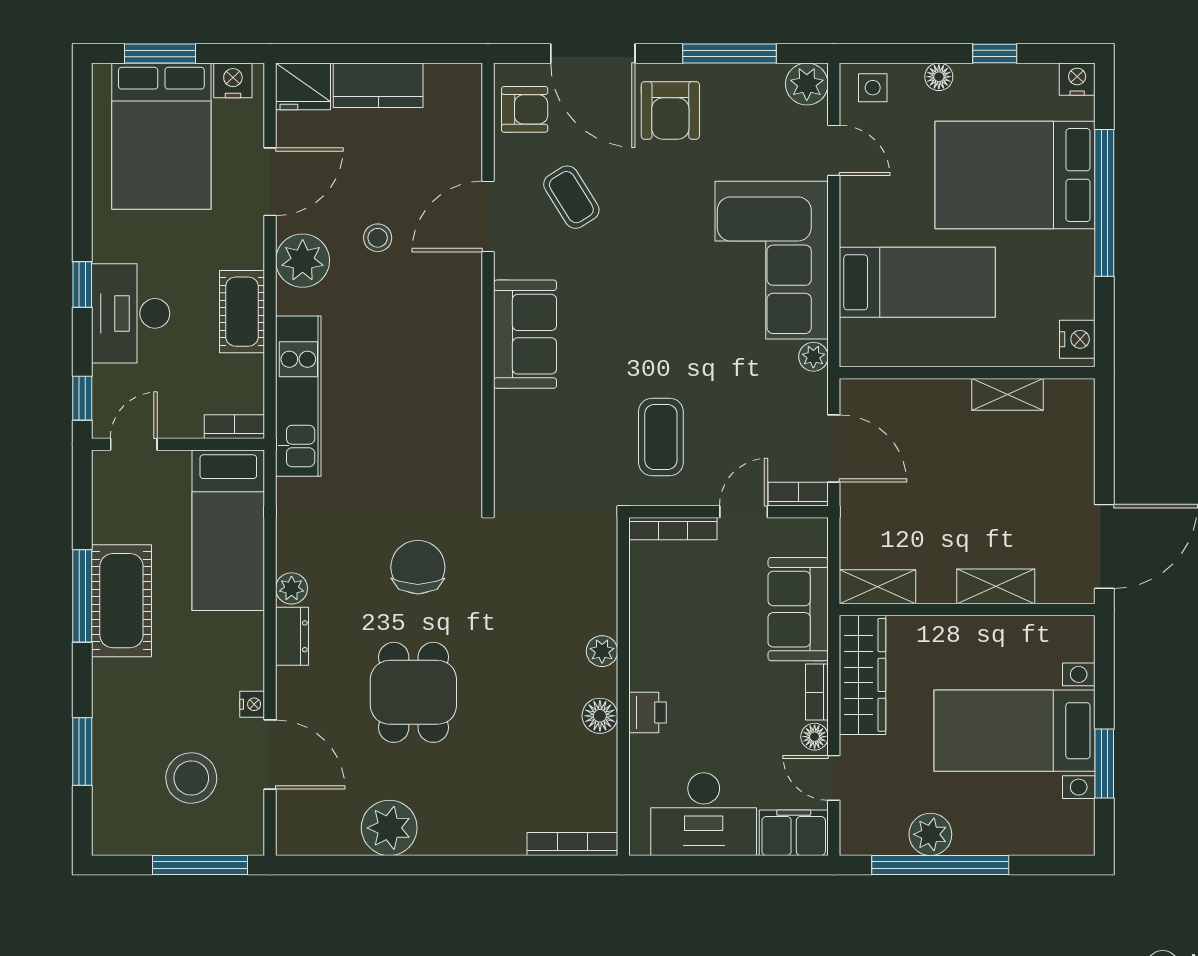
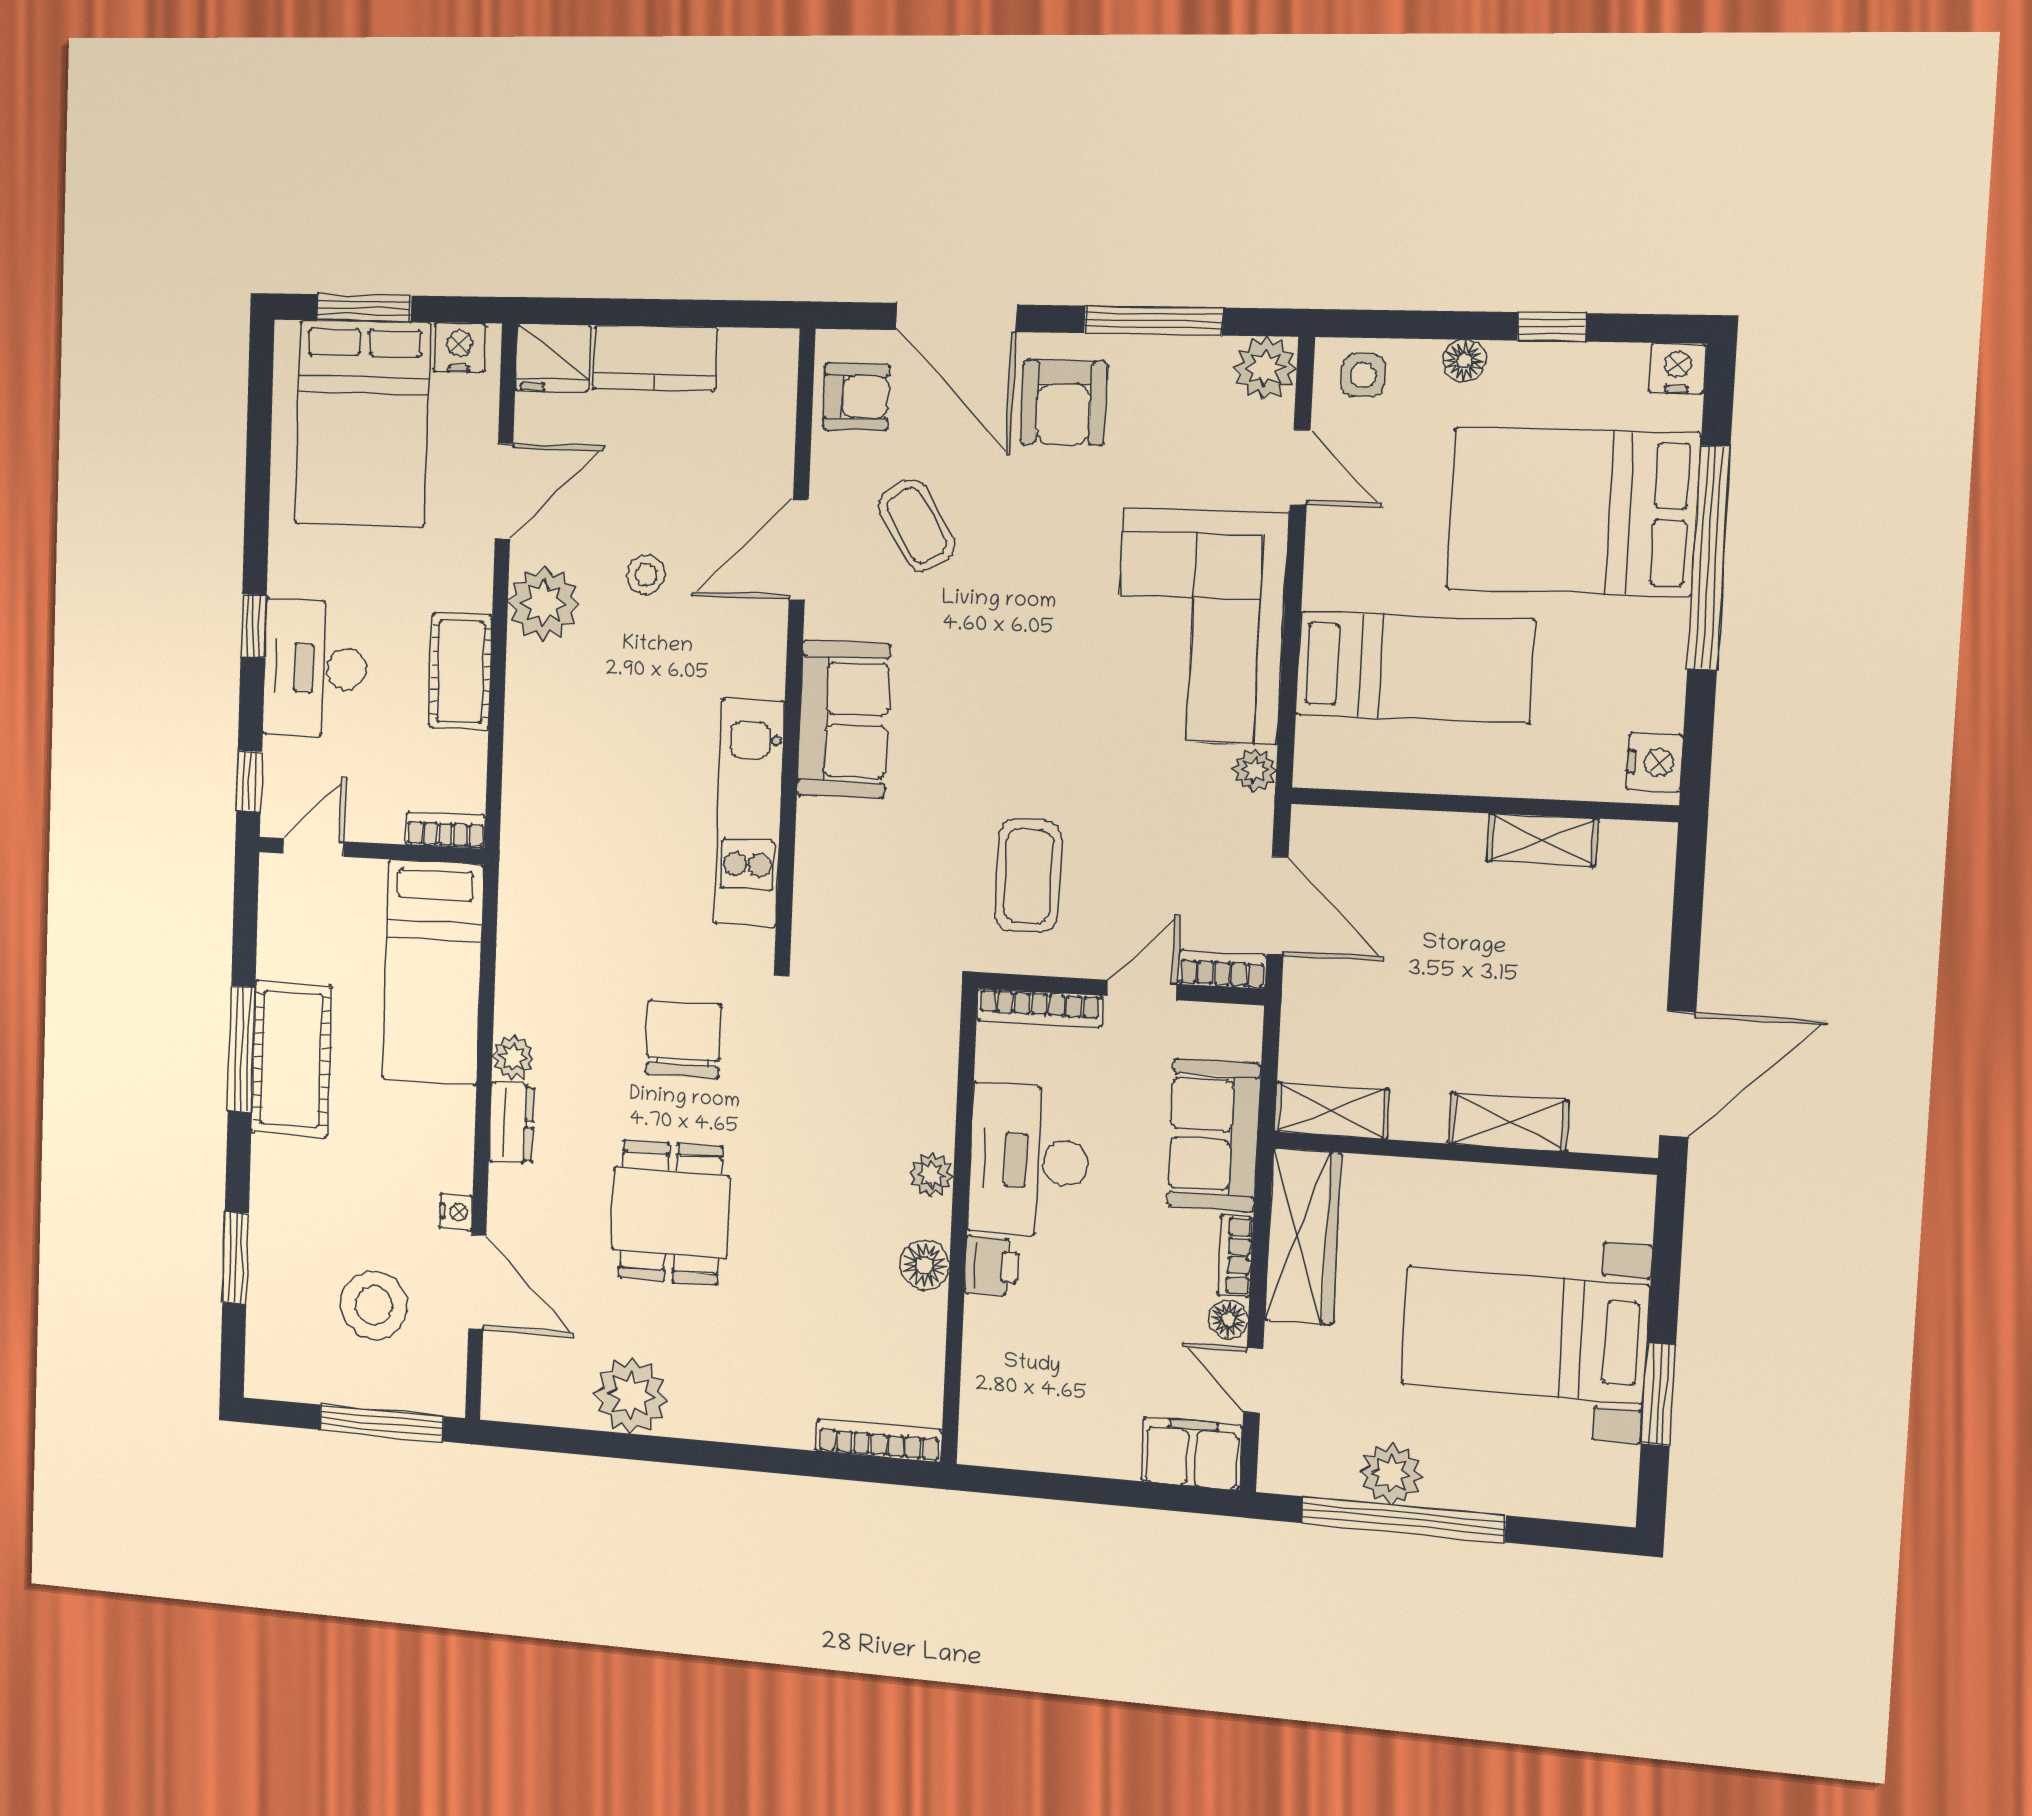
kitchen unit: (298, 396) -> (749, 812), moved, turned 180
desk: (704, 814) -> (1029, 1161), moved, turned 90

